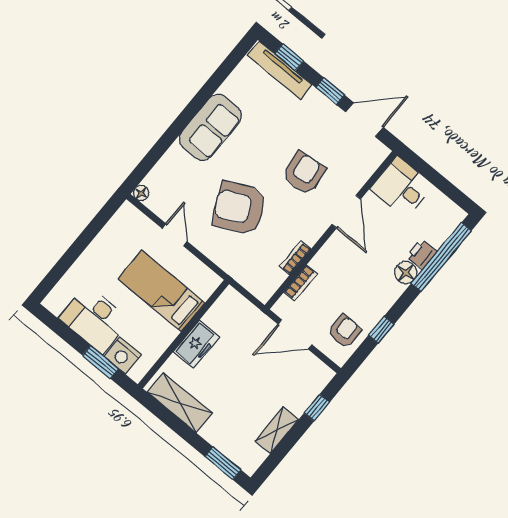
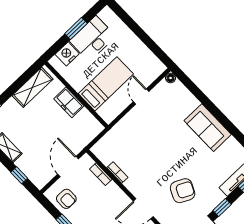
armchair: (304, 173) -> (183, 191), moved, turned -57
armchair: (239, 208) -> (153, 140), removed
door: (175, 235) -> (141, 96), swing flipped
window: (100, 362) -> (76, 28), moved

